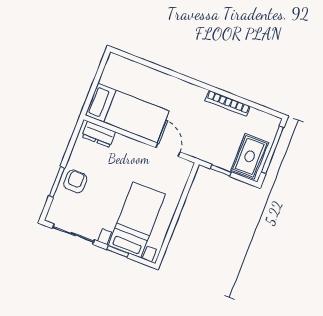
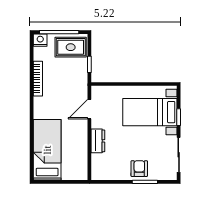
bed: (127, 113) -> (47, 150), moved
nightstand: (272, 124) -> (40, 40), added
dresser: (99, 134) -> (98, 141), moved
armchair: (75, 181) -> (139, 169), turned 90

